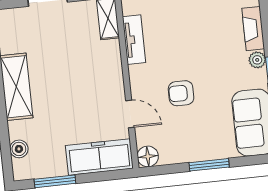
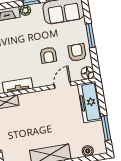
armchair: (183, 141) -> (77, 52), added

